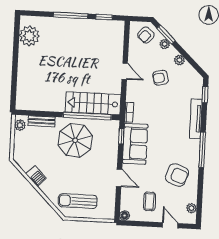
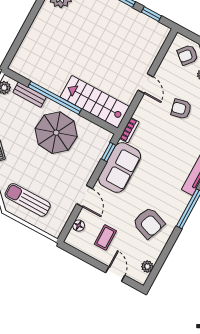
window: (87, 116) -> (55, 98), moved
floor lamp: (125, 215) -> (79, 226), moved

